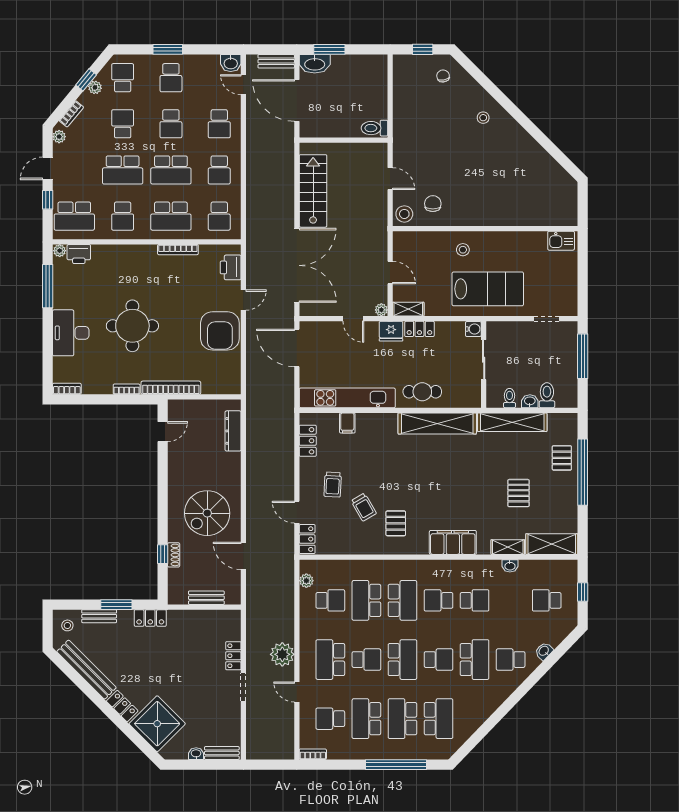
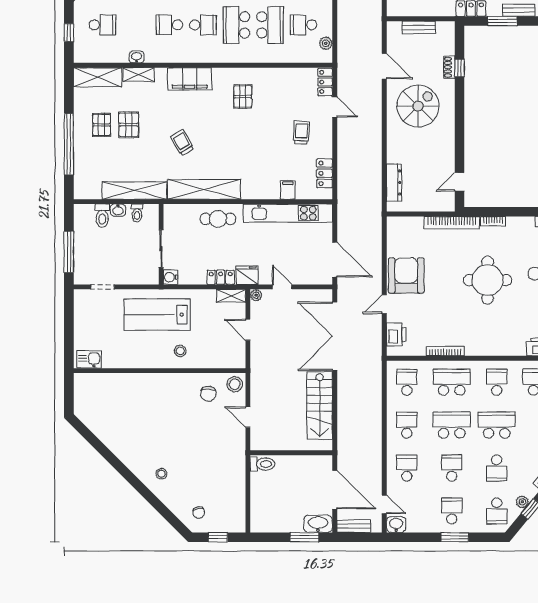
pallet: (562, 458) -> (102, 125), moved
trolley: (364, 507) -> (182, 143), moved

